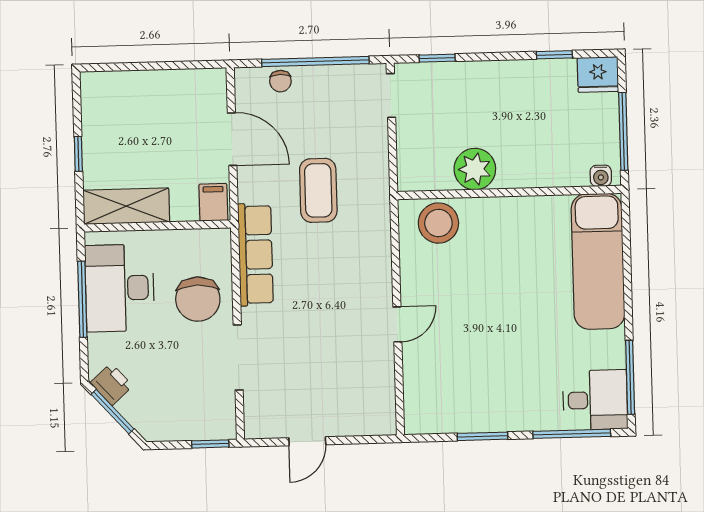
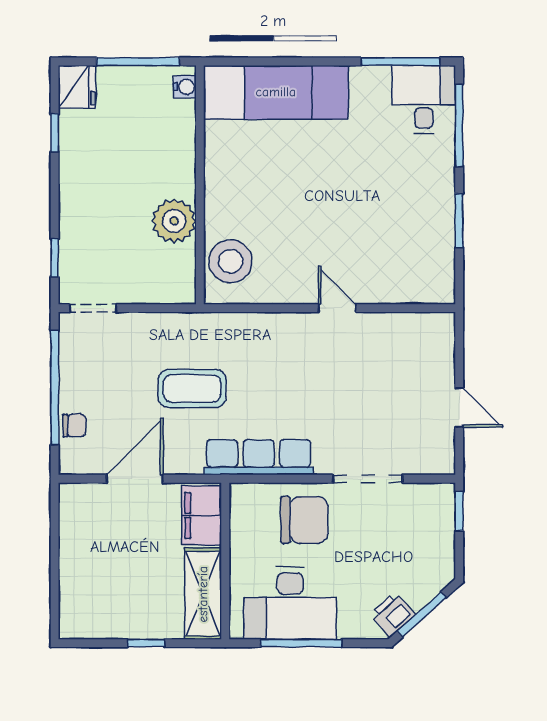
filing cabinet: (213, 202) -> (202, 515), width x2.00

